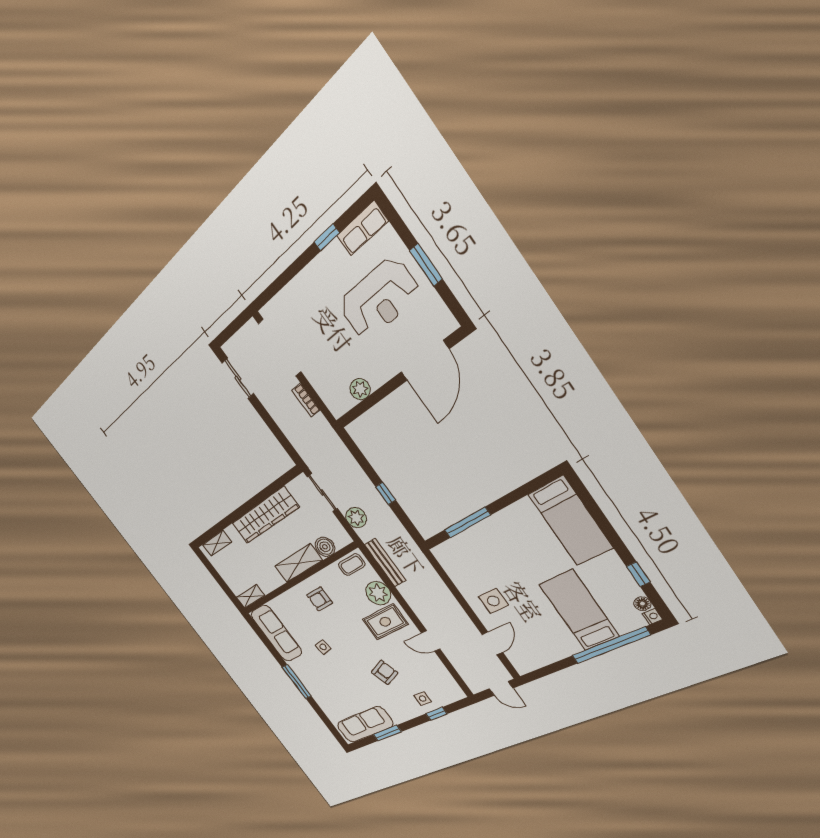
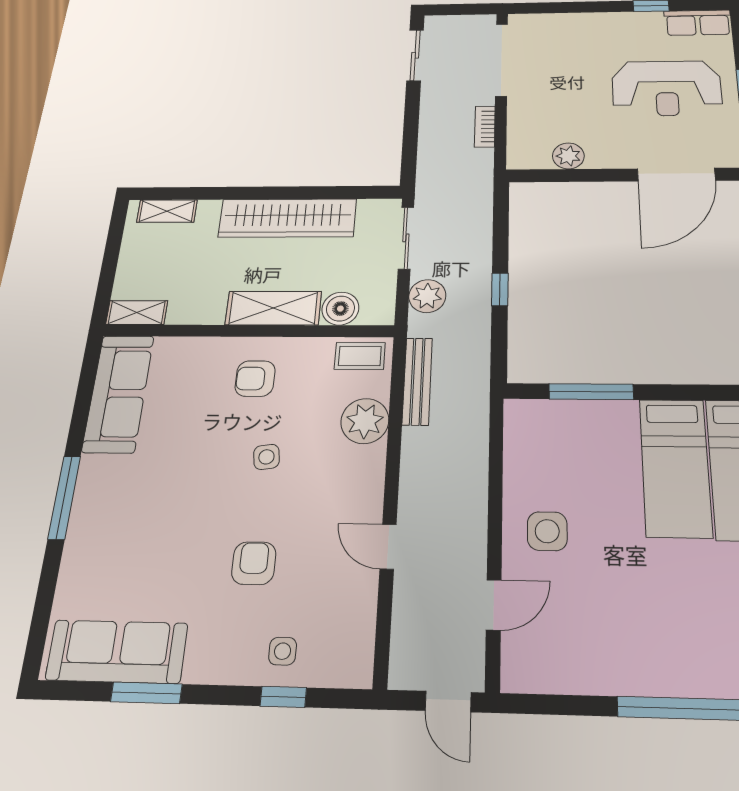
bed: (579, 610) -> (675, 467), moved, turned 180
rug: (385, 622) -> (336, 473), removed
side table: (323, 647) -> (266, 457), moved
armchair: (385, 672) -> (254, 563), turned -69

